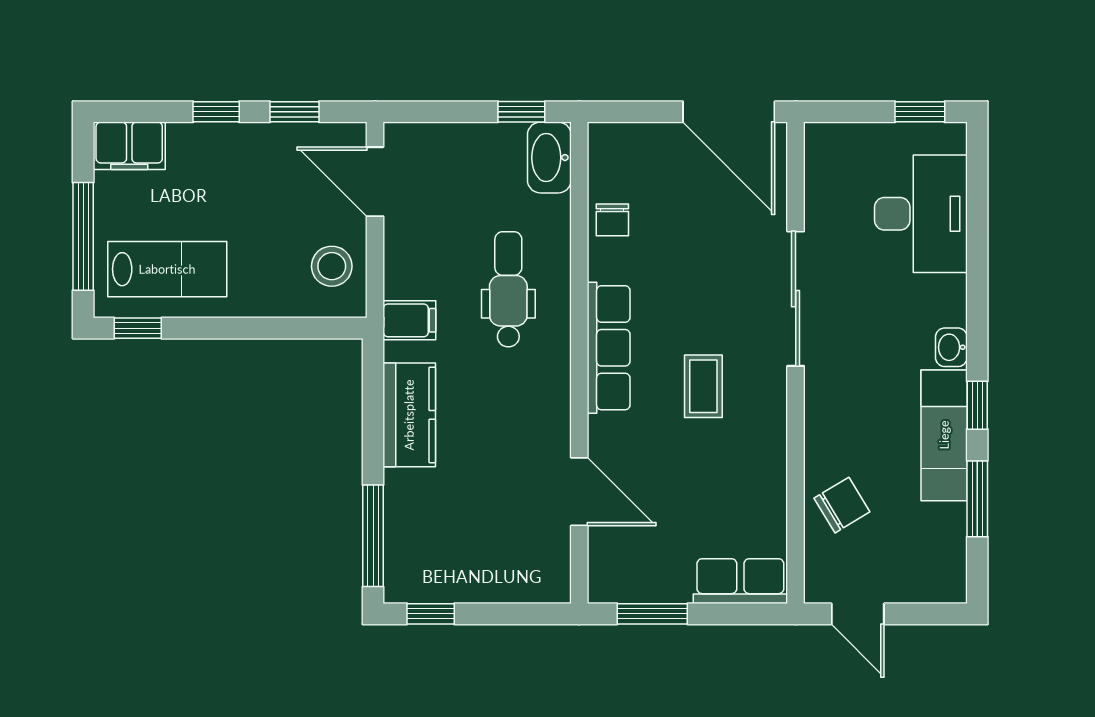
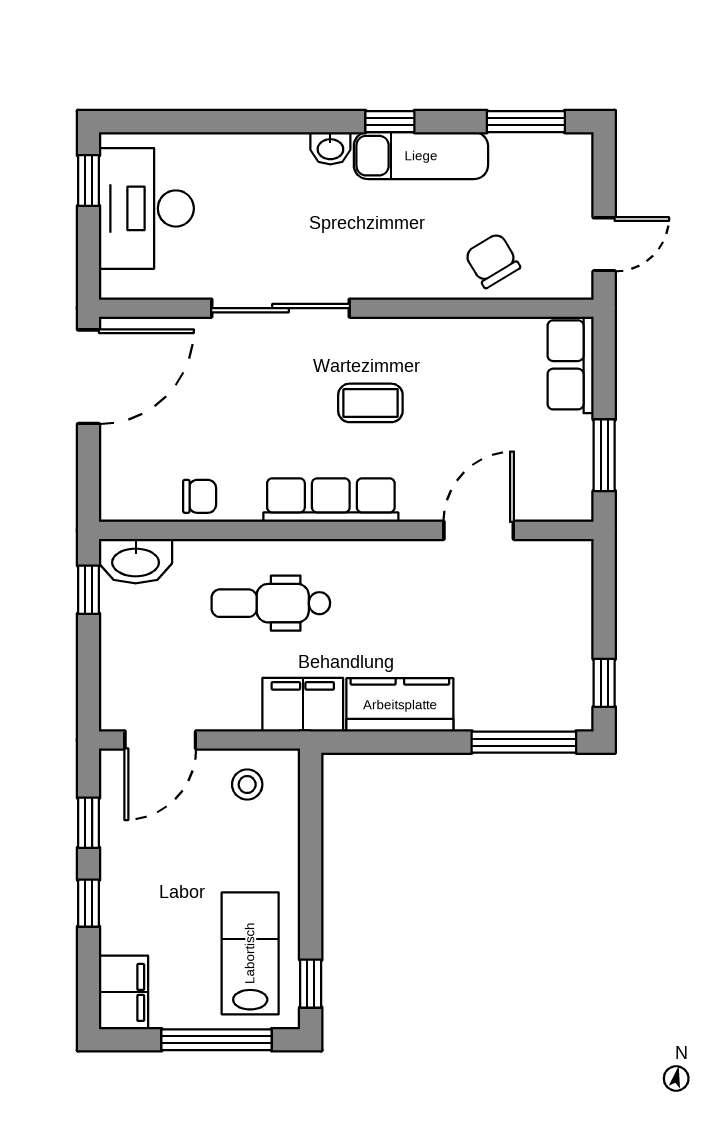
desk: (921, 214) -> (146, 208), moved, turned -90
stool: (332, 266) -> (247, 784), width x0.73, depth x0.73
filing cabinet: (409, 320) -> (303, 705), width x2.00
window: (977, 499) -> (526, 122), moved

